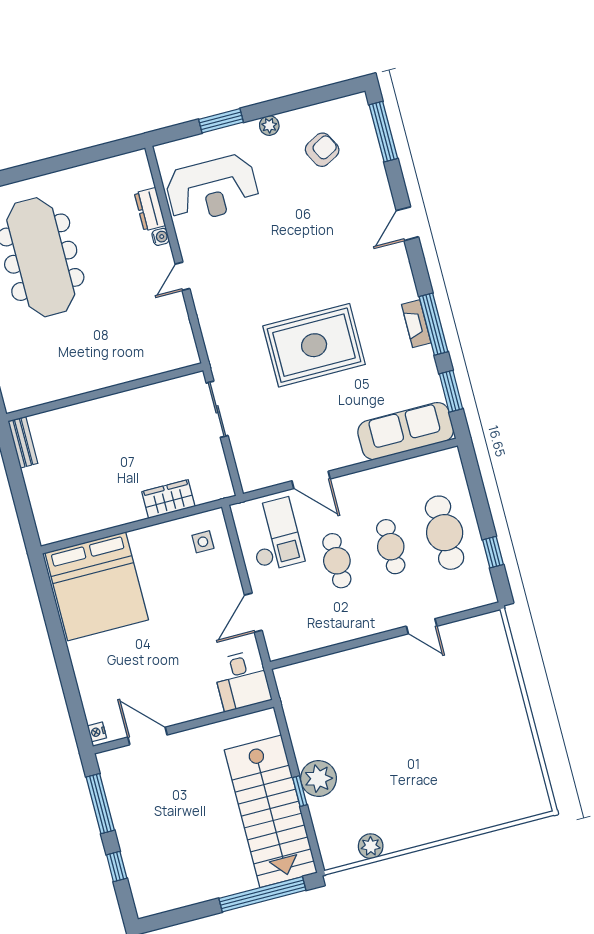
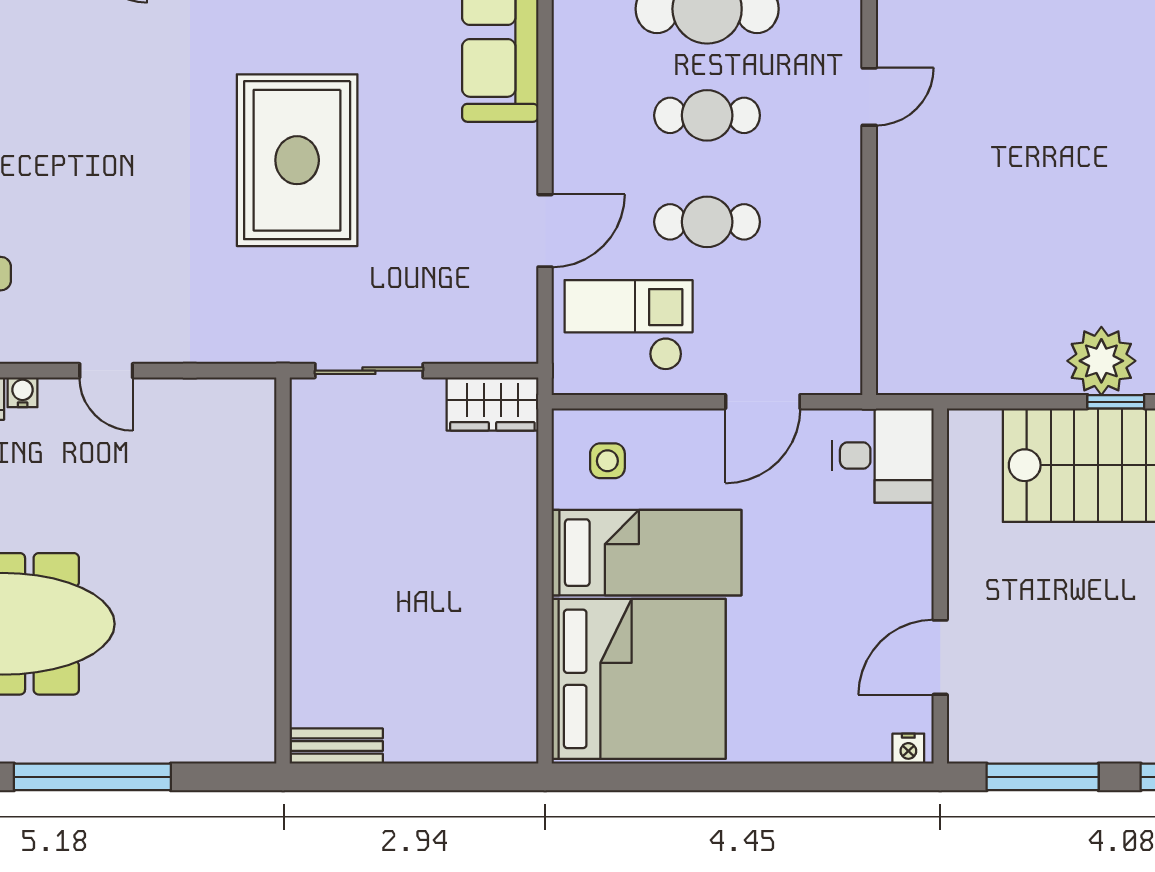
wardrobe: (168, 499) -> (492, 404), moved, turned -90
bed: (162, 574) -> (647, 553), added
door: (253, 613) -> (763, 402), hinge flipped

